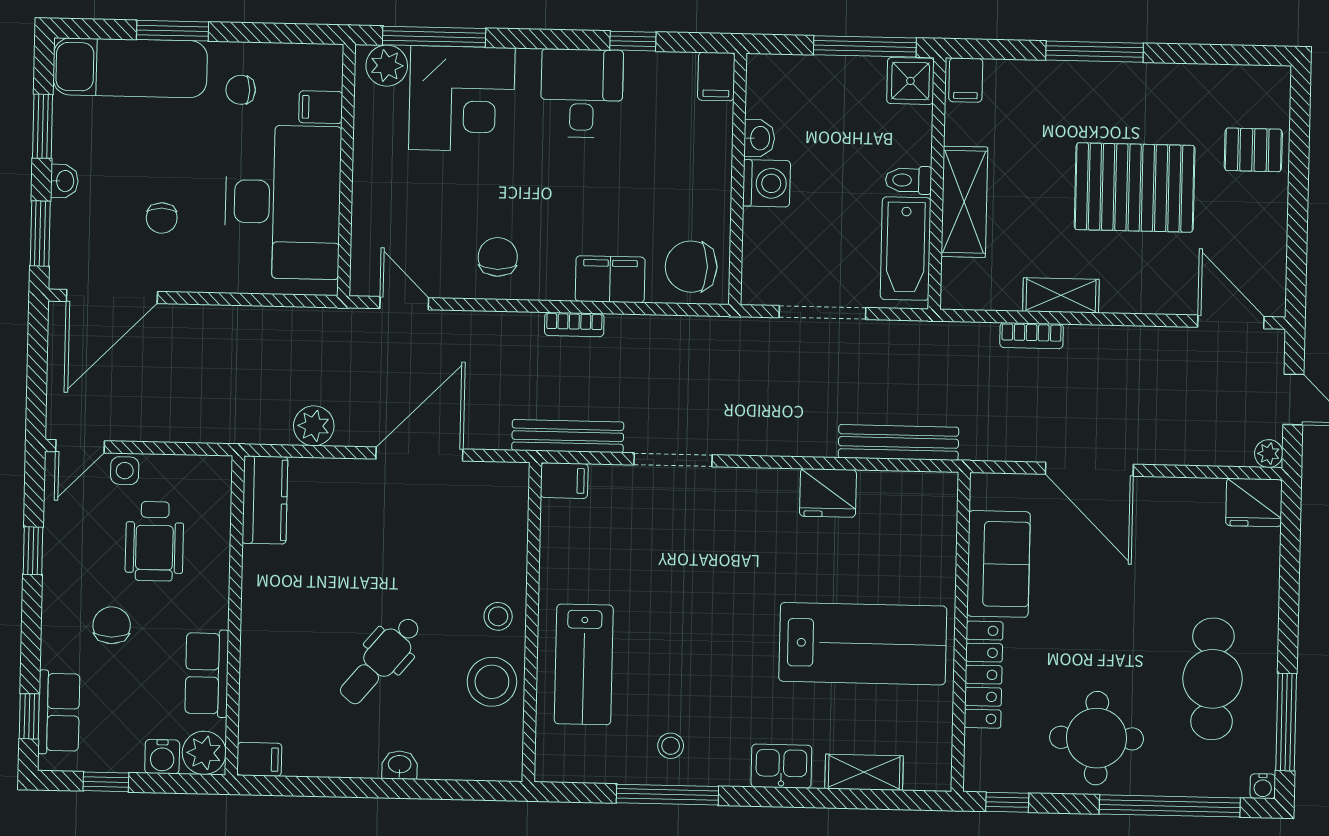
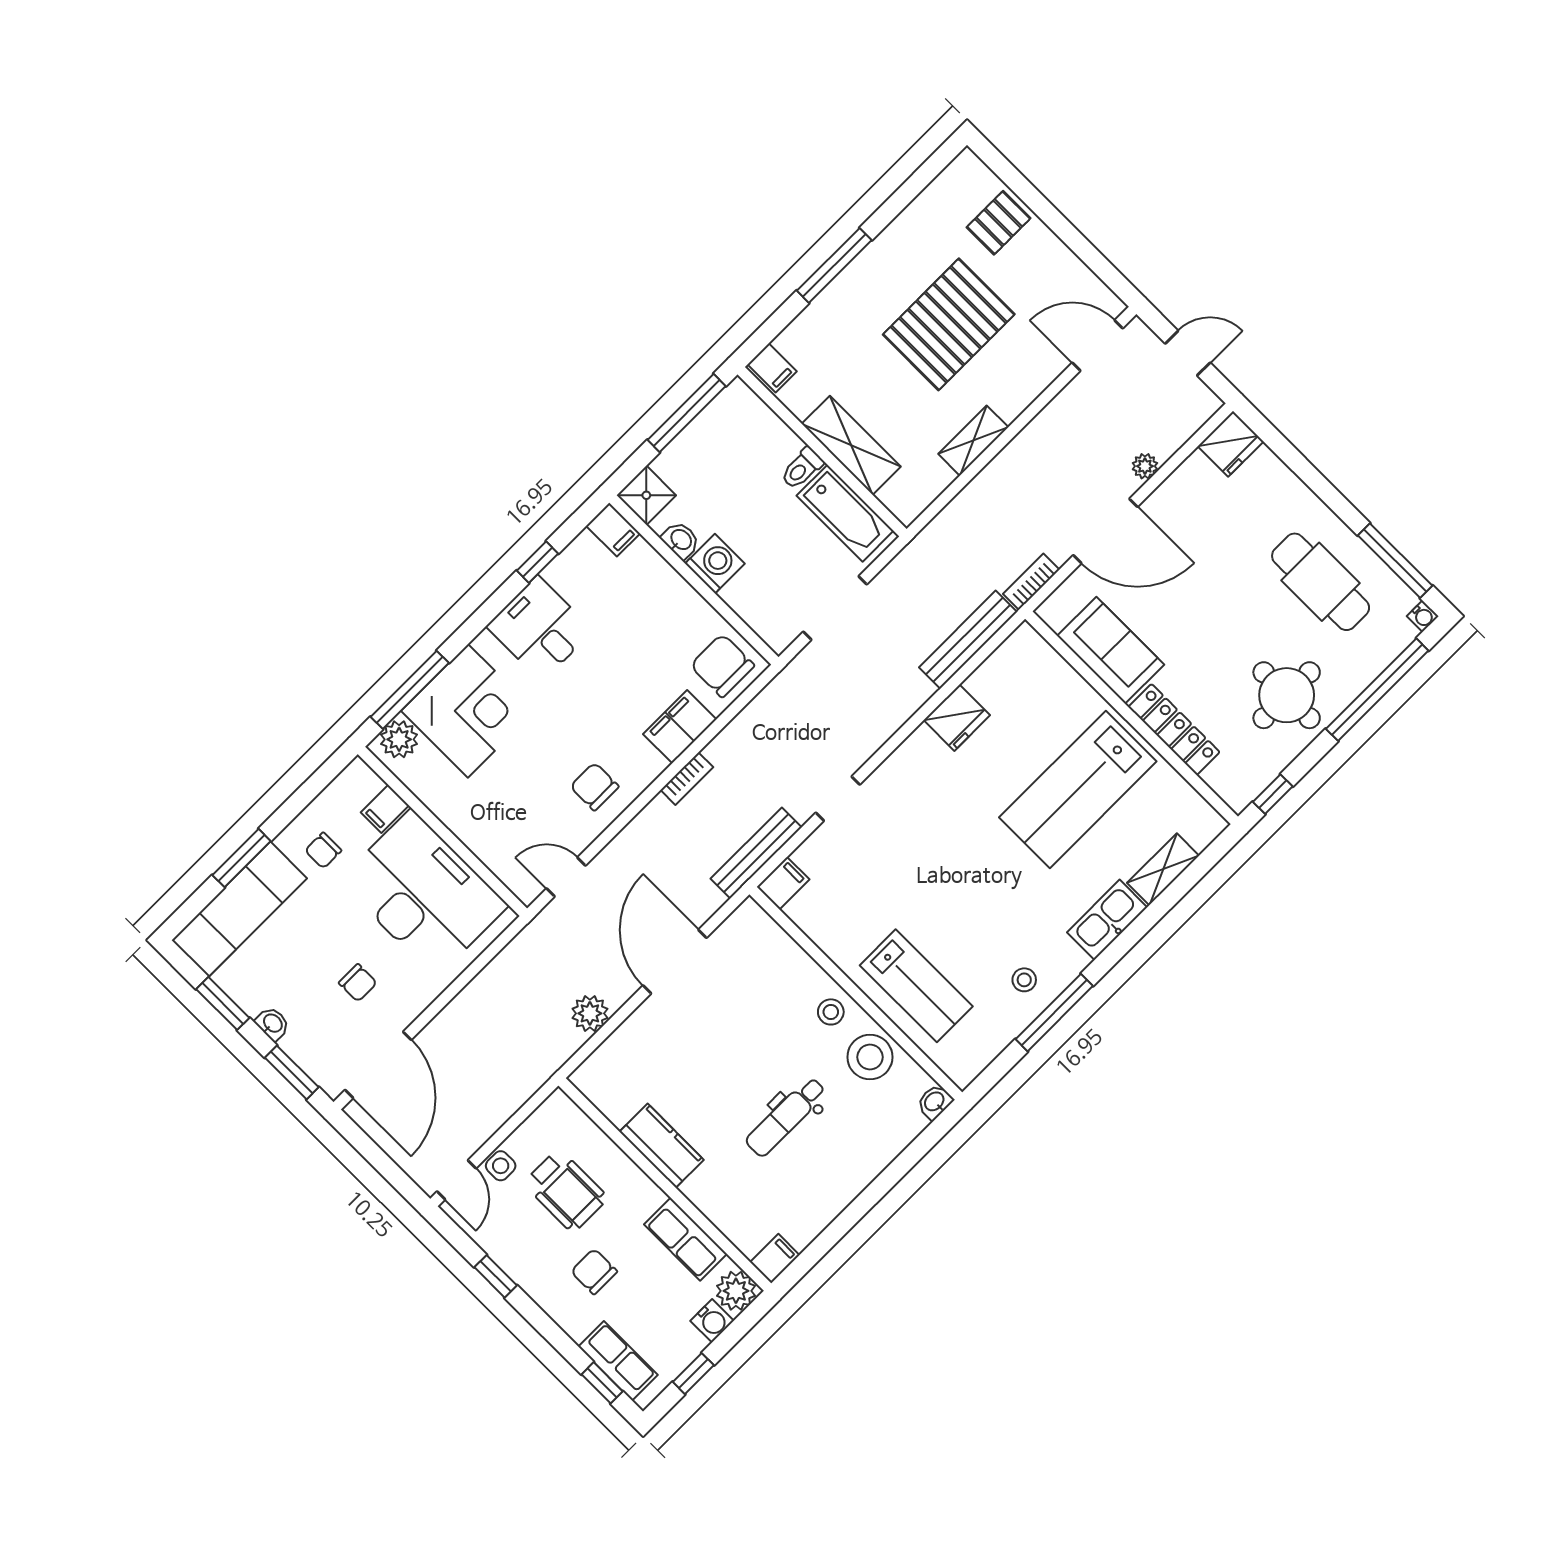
shower: (910, 81) -> (646, 495), moved
chair: (691, 267) -> (722, 665), turned 90
bookcase: (1032, 336) -> (1031, 582), moved, turned 180
plant: (1269, 454) -> (1145, 466), moved
doorway: (673, 460) -> (838, 799), width x0.73
kitchen counter: (265, 500) -> (662, 1146), moved
lab bench: (863, 644) -> (1078, 789), turned 180
dental chair: (381, 660) -> (786, 1117), turned 50
washbasin: (400, 765) -> (935, 1102), moved
kitchen sink: (781, 766) -> (1107, 920), width x1.38

